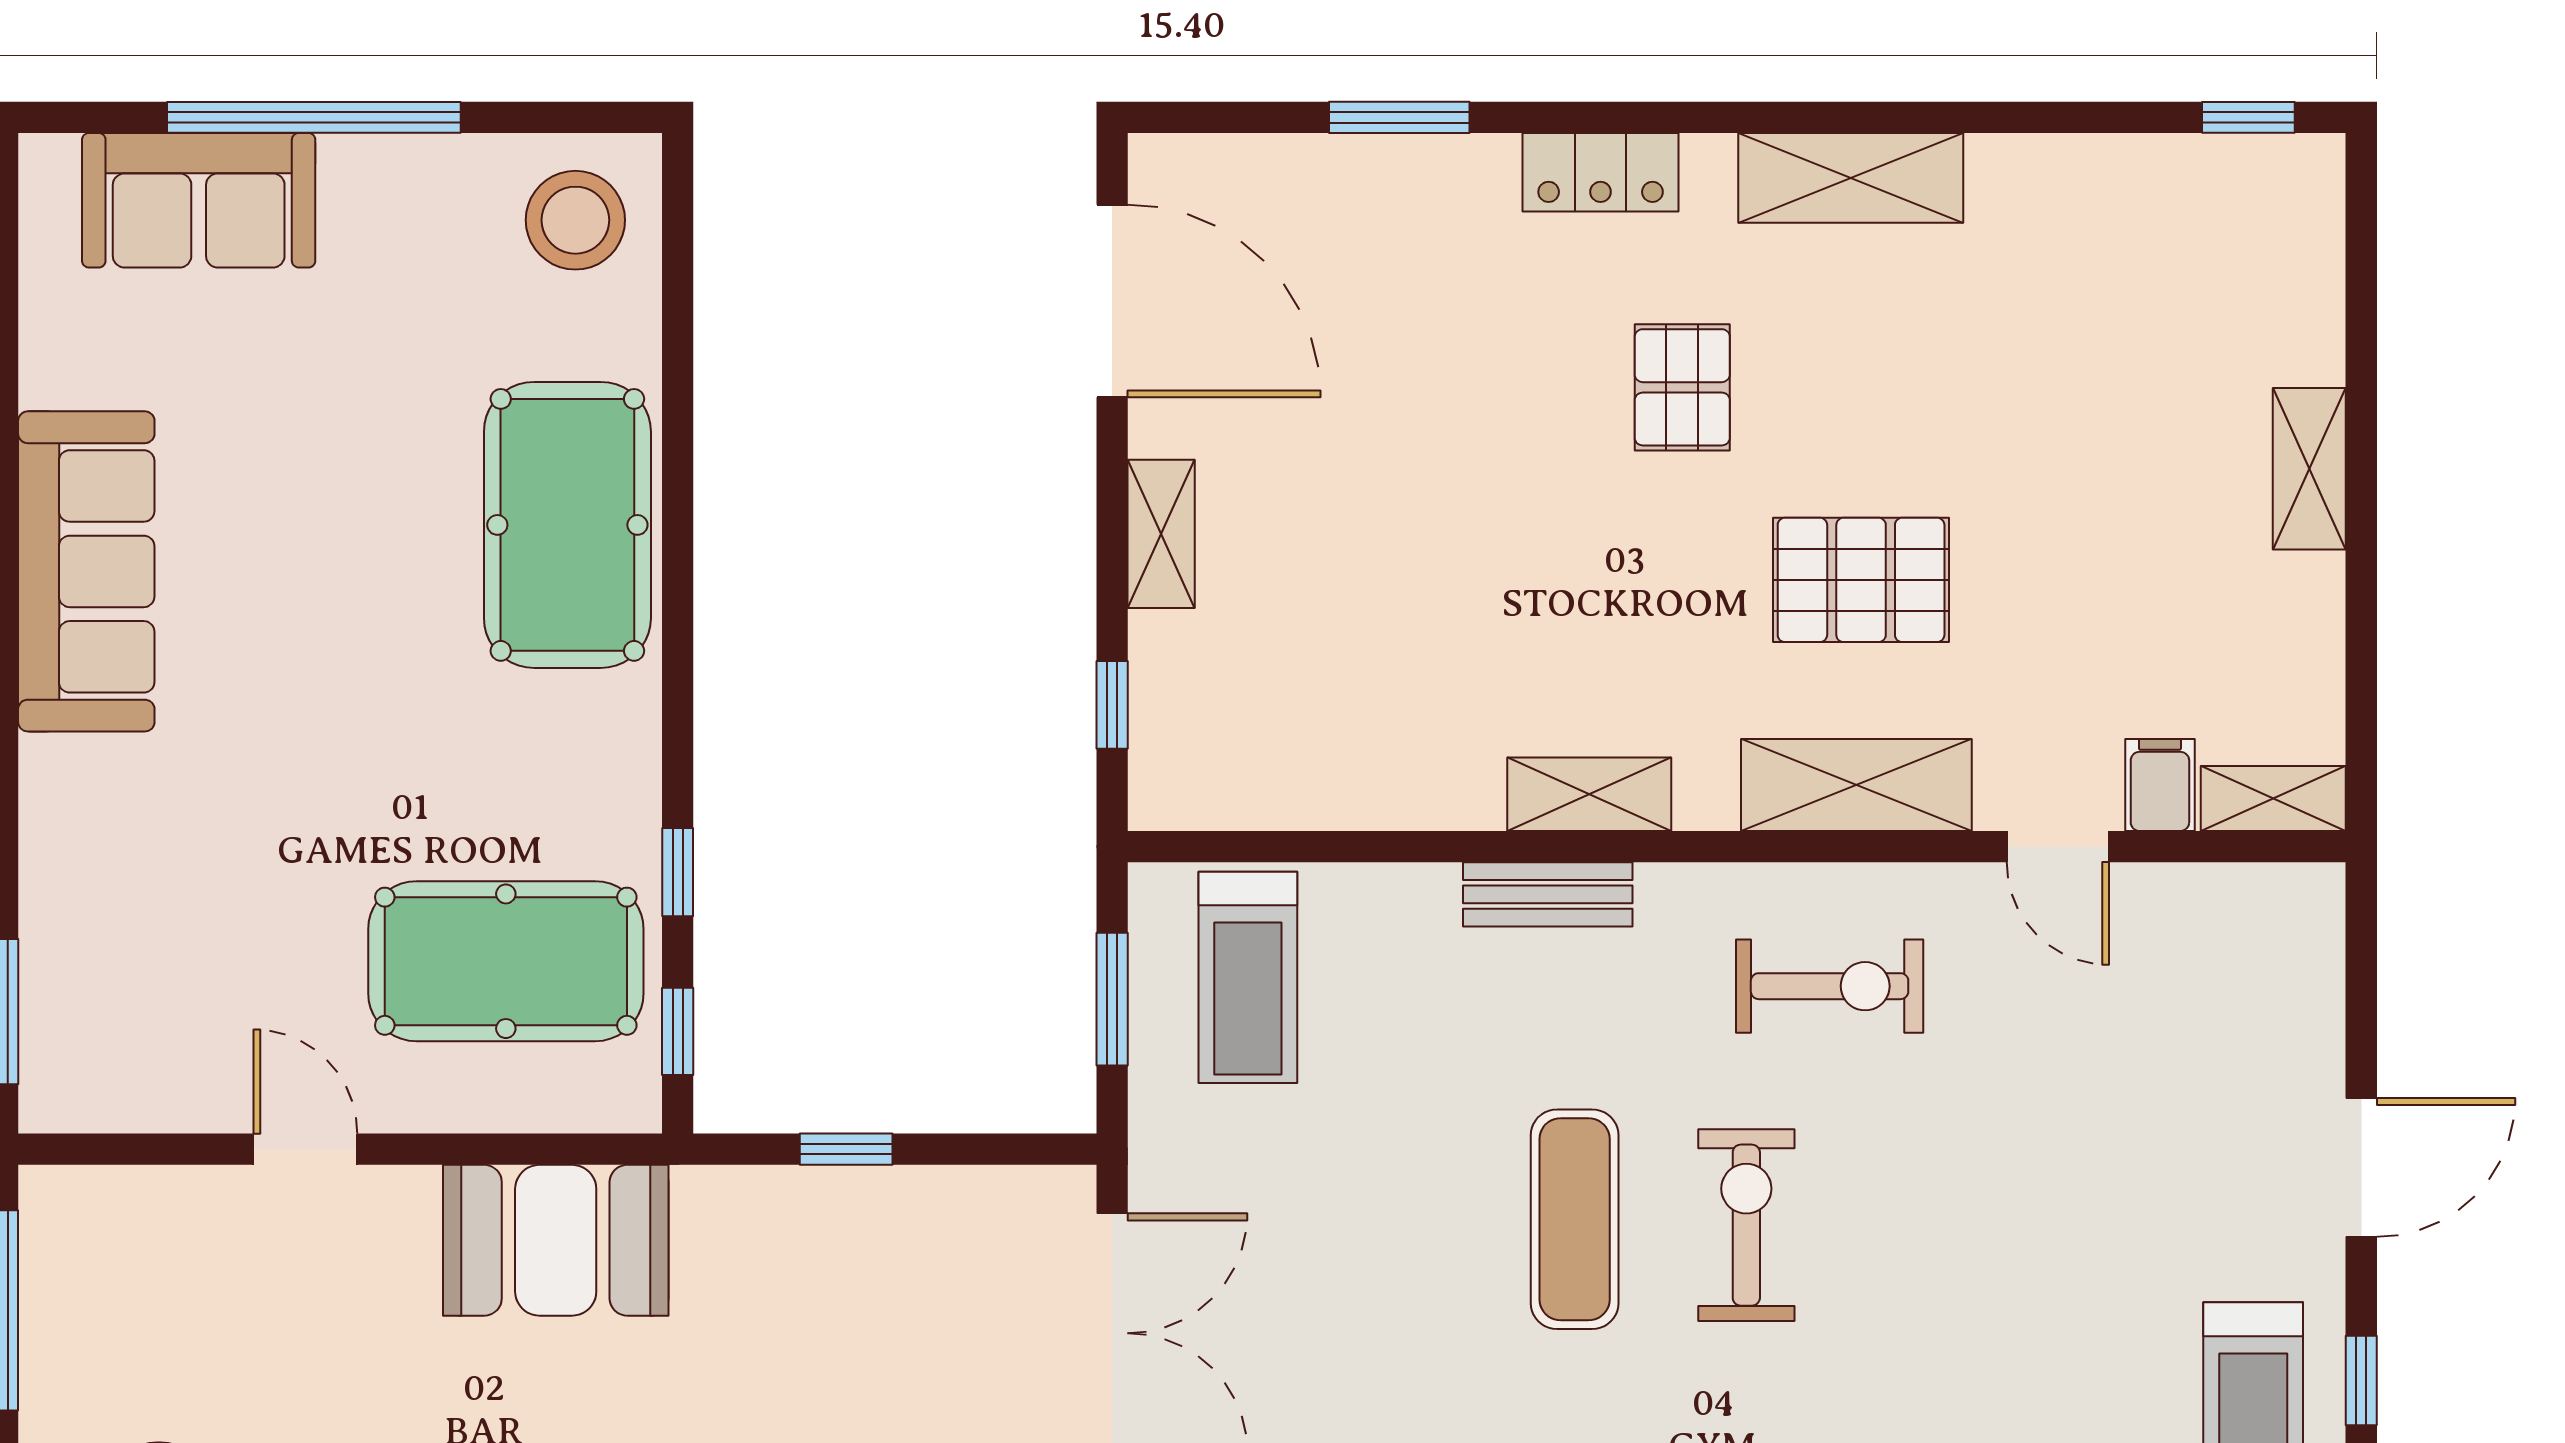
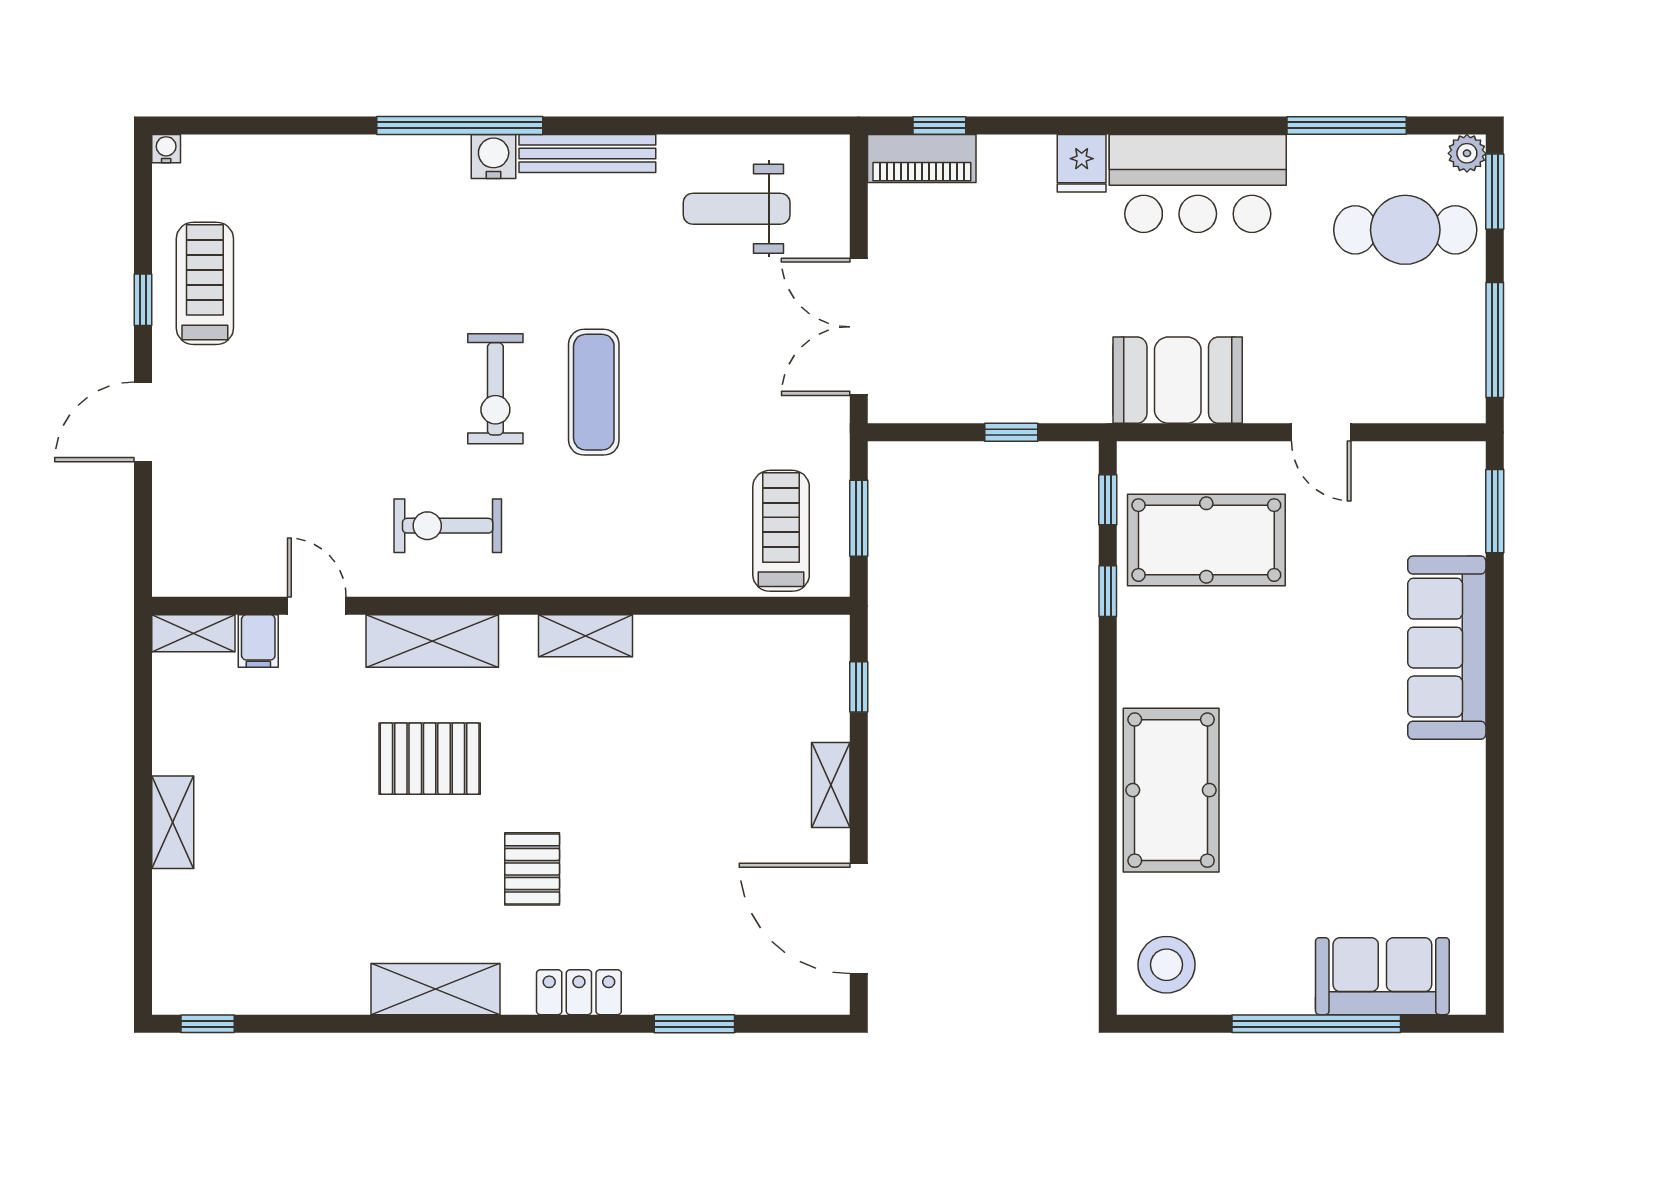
sofa: (86, 571) -> (1447, 648), moved
bench: (1548, 894) -> (609, 578), removed

